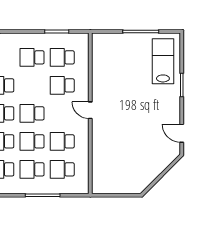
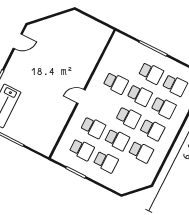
door: (90, 110) -> (81, 96), swing flipped
door: (182, 133) -> (18, 41), hinge flipped
school desk: (62, 169) -> (117, 140), moved

